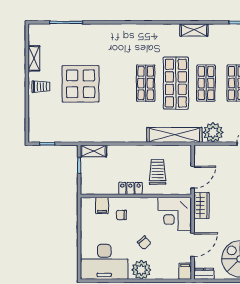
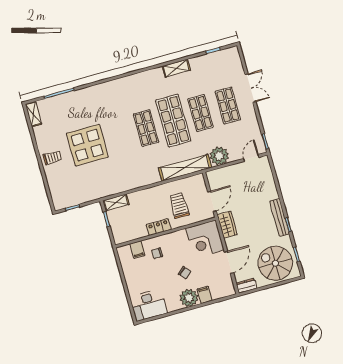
shelving: (34, 58) -> (33, 114), moved
desk: (104, 262) -> (149, 305), width x0.73, depth x0.77
filing cabinet: (185, 271) -> (204, 295), moved

